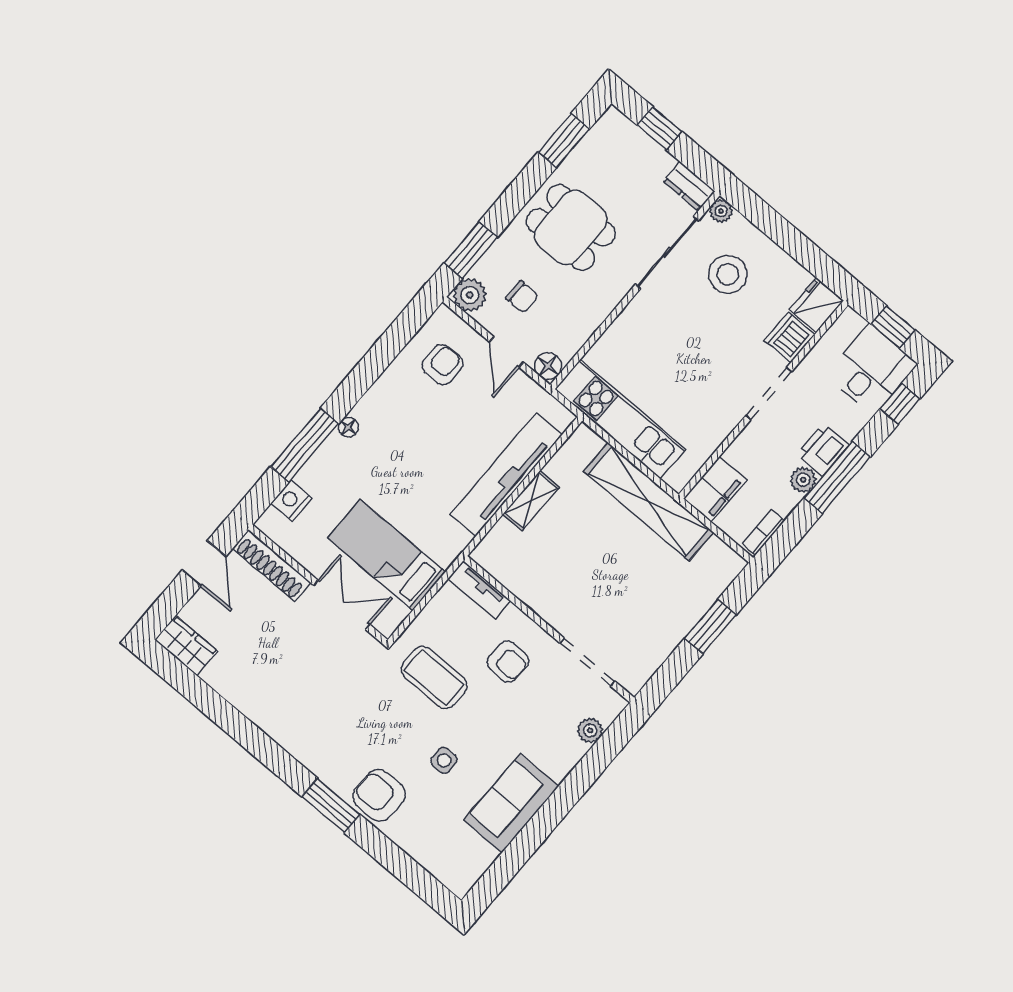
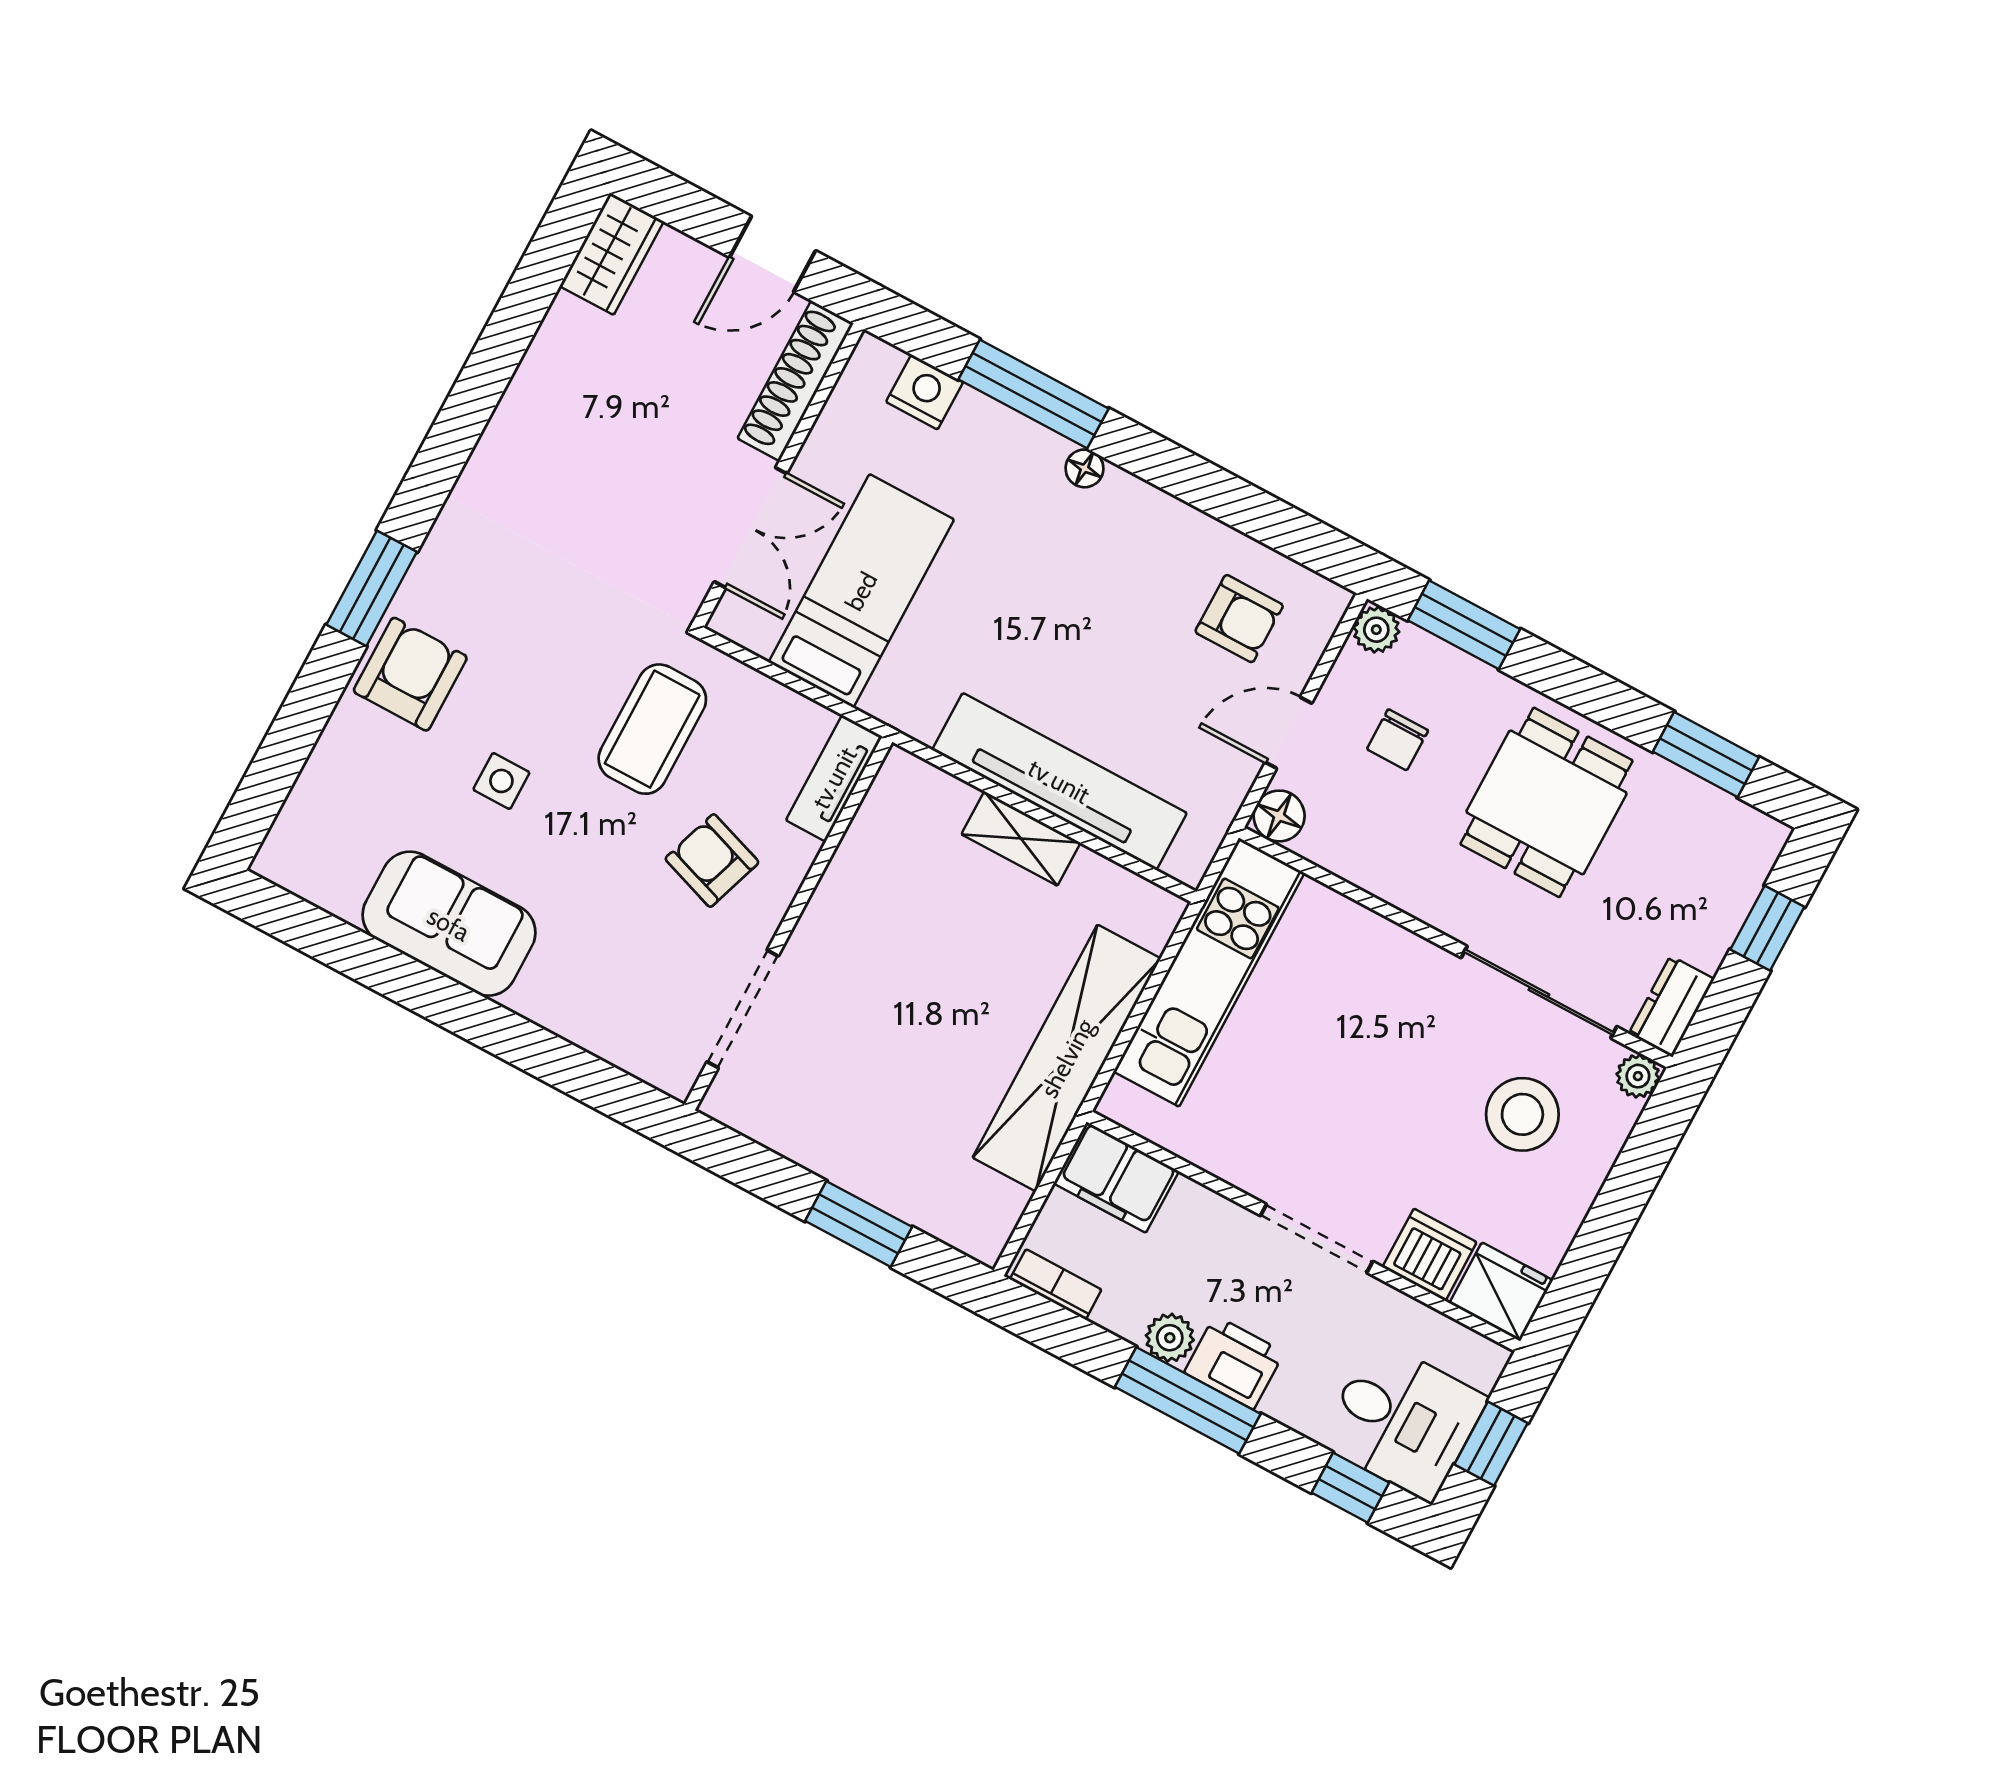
plant: (470, 295) -> (1376, 630), width x0.73, depth x0.73
armchair: (508, 661) -> (712, 861), turned 107
plant: (590, 730) -> (616, 1041), removed

